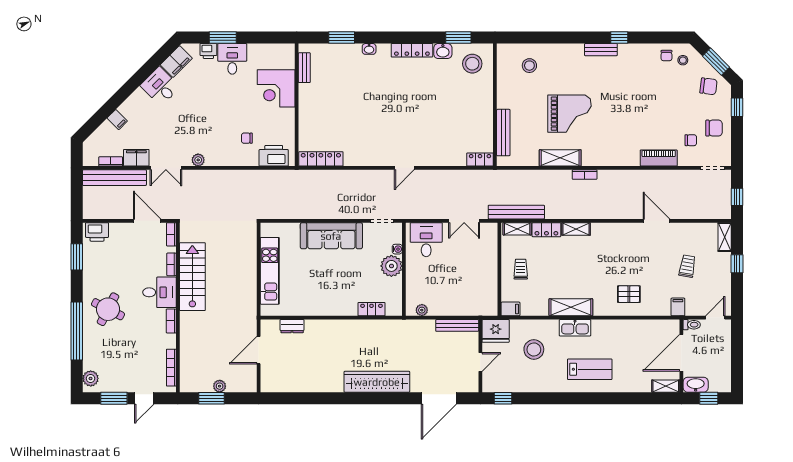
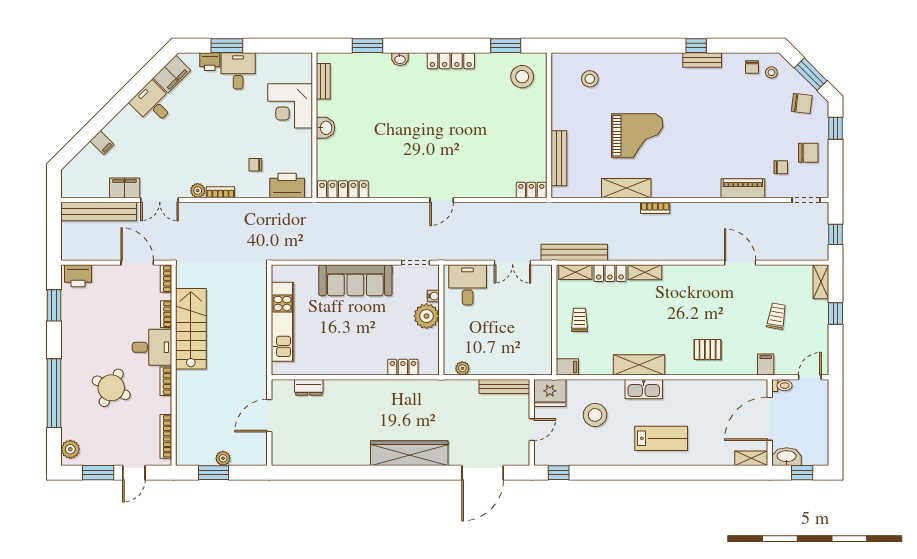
bench: (601, 50) -> (702, 60), moved
washbasin: (443, 51) -> (326, 128), moved, turned -90
bookcase: (111, 161) -> (220, 192), moved
round table: (108, 309) -> (111, 388), moved

